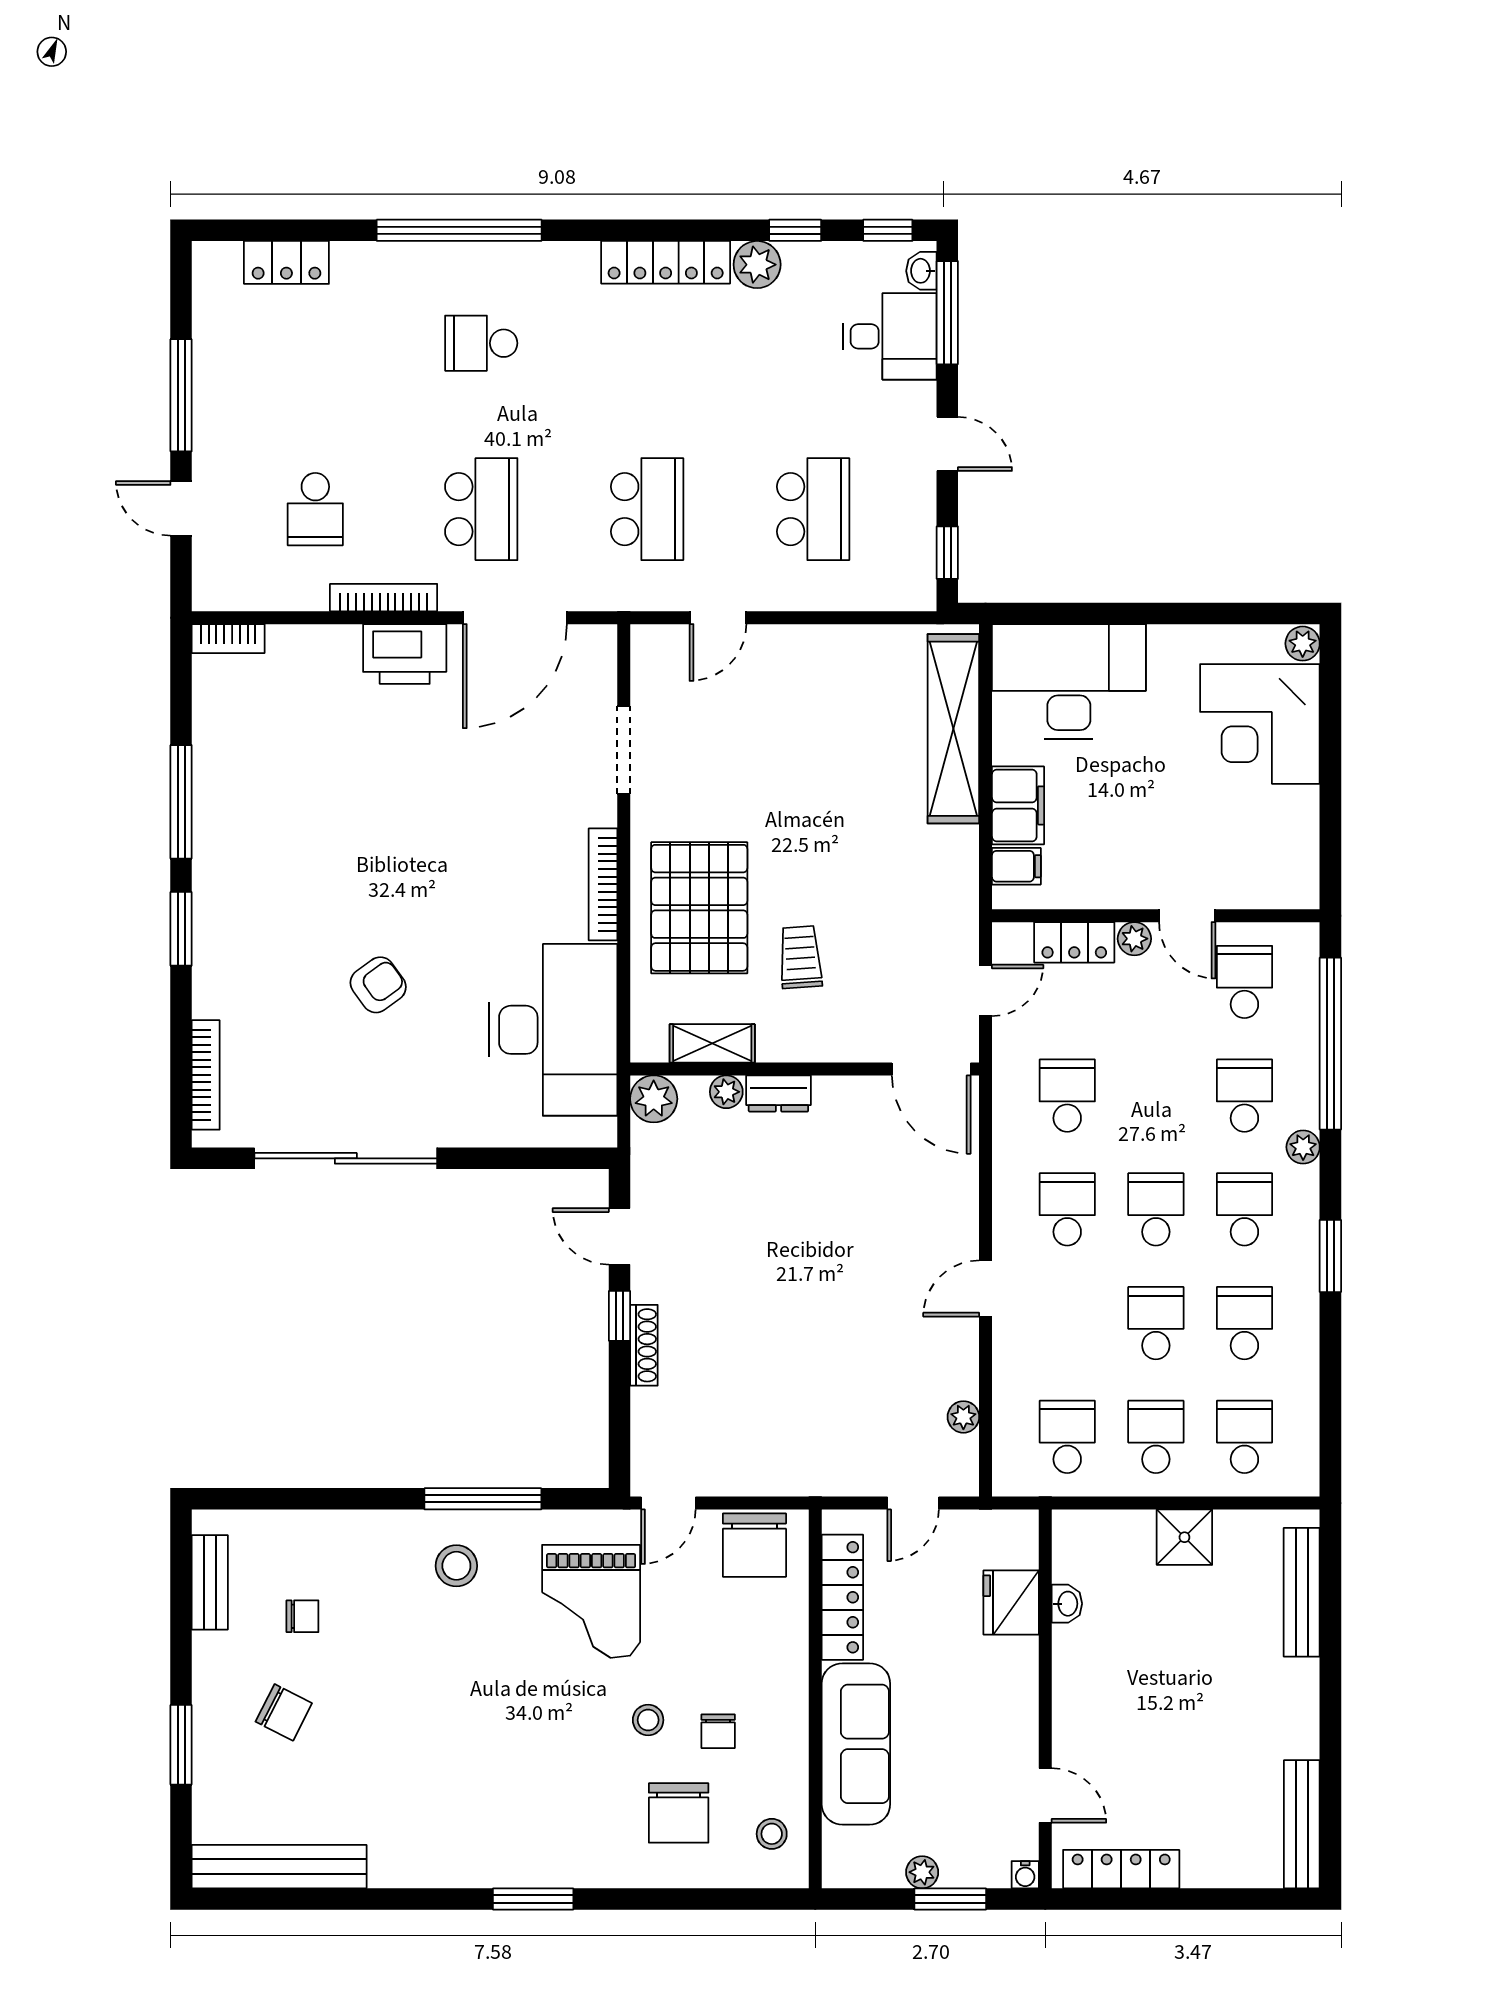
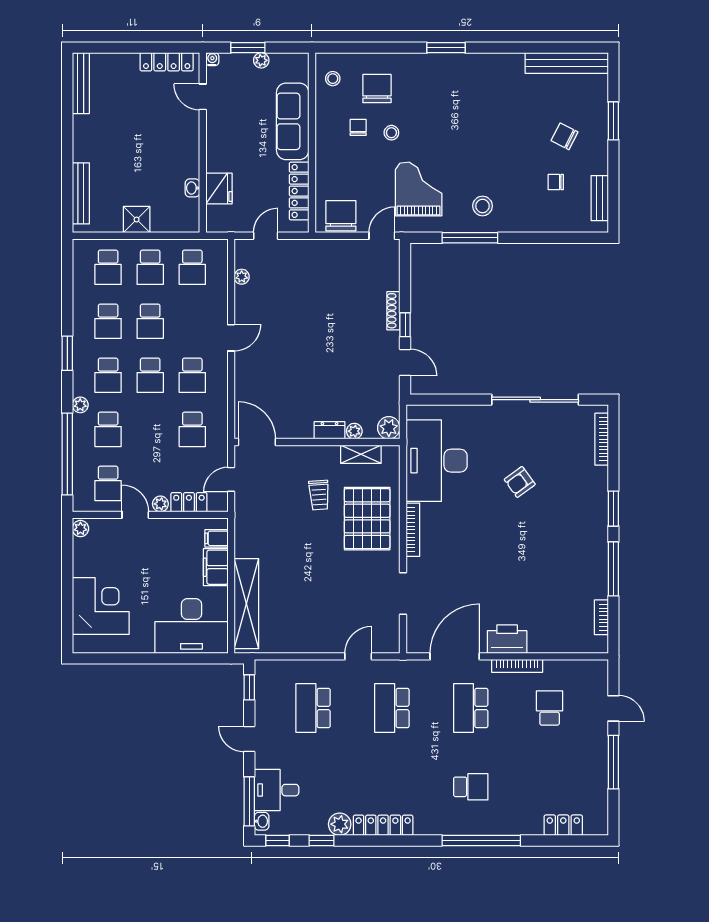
bookcase: (228, 639) -> (601, 617), moved, turned -90
plant: (1303, 644) -> (80, 529), moved

